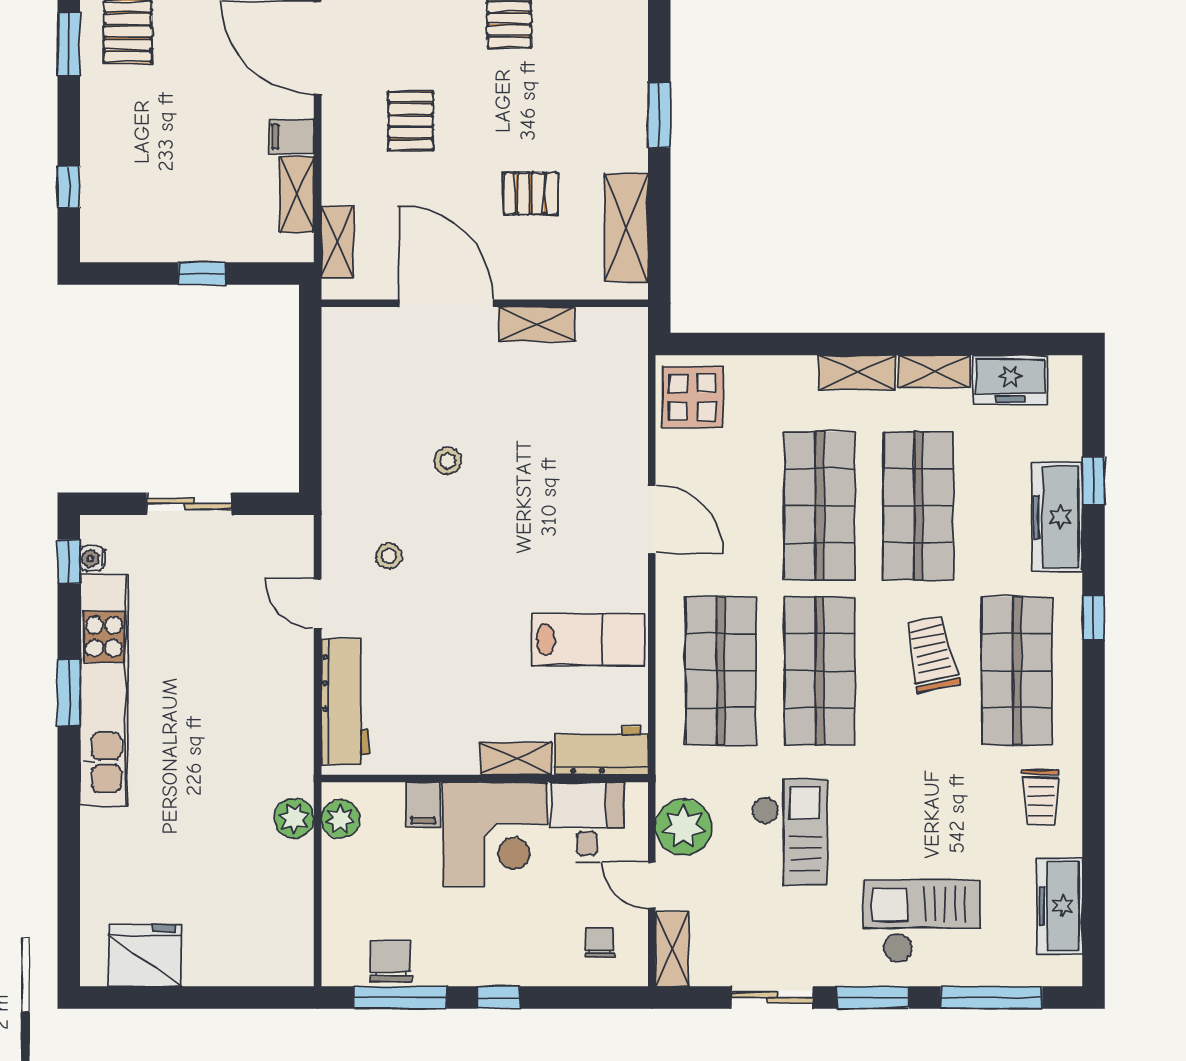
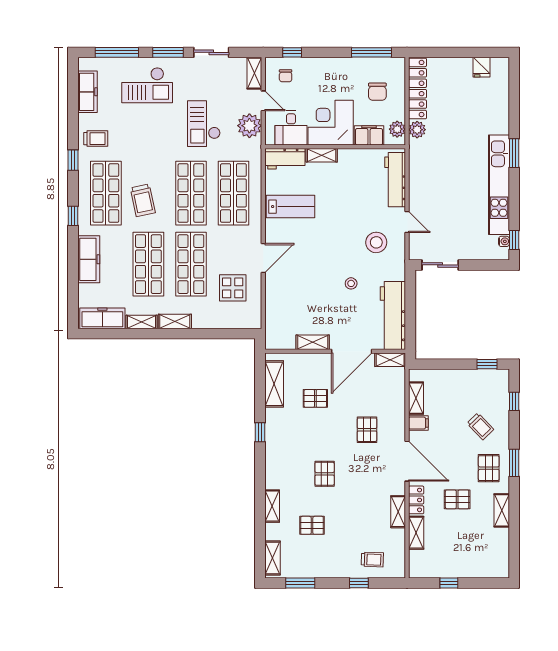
window: (659, 115) -> (260, 432), width x0.67
trolley: (147, 129) -> (480, 426), added
shelving: (337, 242) -> (390, 360), moved, turned 90
window: (202, 274) -> (487, 364), moved
door: (446, 303) -> (352, 351), hinge flipped
freezer: (1010, 379) -> (102, 318), width x1.40
workbench: (350, 386) -> (393, 315), added
display table: (692, 397) -> (233, 288), moved
window: (1094, 481) -> (73, 160), moved
sliding door: (189, 504) -> (440, 265), moved
door: (652, 520) -> (263, 258), swing flipped
stool: (389, 556) -> (376, 242), width x1.89, depth x1.89
lab bench: (588, 639) -> (291, 207), turned 180
window: (69, 693) -> (514, 153), moved
trolley: (1041, 797) -> (96, 139), turned 90
filing cabinet: (423, 805) -> (369, 135), width x2.00
locker: (293, 914) -> (417, 88), added
fridge: (145, 955) -> (481, 67), width x0.53, depth x0.75
chair: (390, 961) -> (377, 92), moved
window: (499, 998) -> (292, 52), moved

